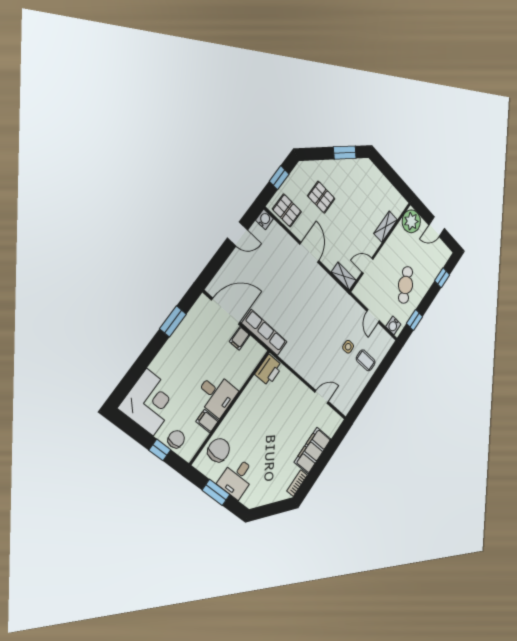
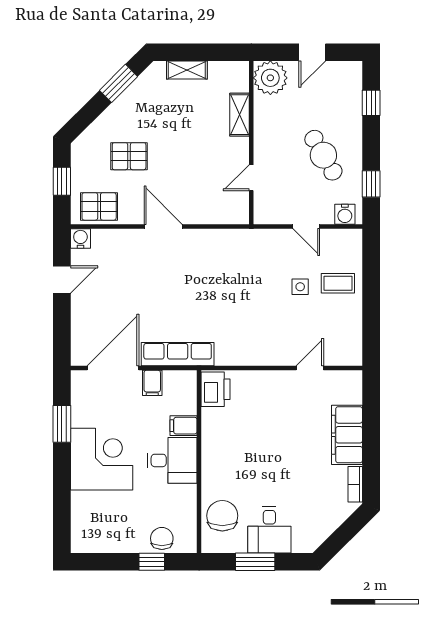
shelving: (344, 276) -> (187, 70), moved
corner desk: (150, 402) -> (102, 459), moved
filing cabinet: (207, 421) -> (184, 426), moved

